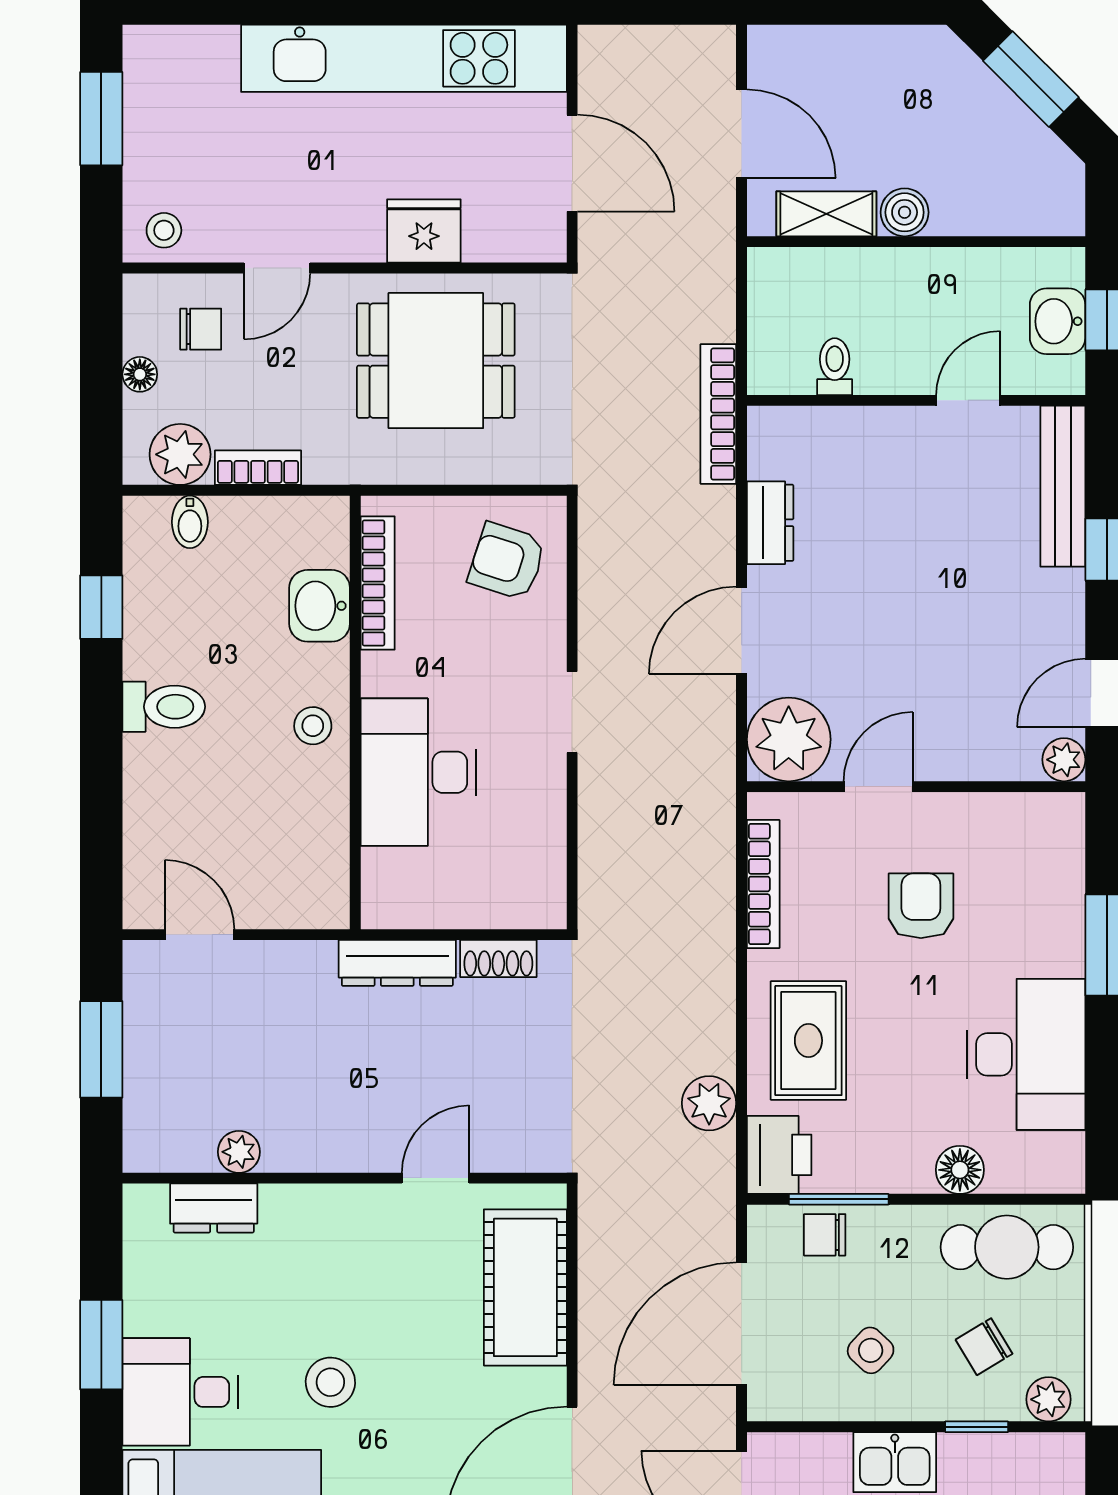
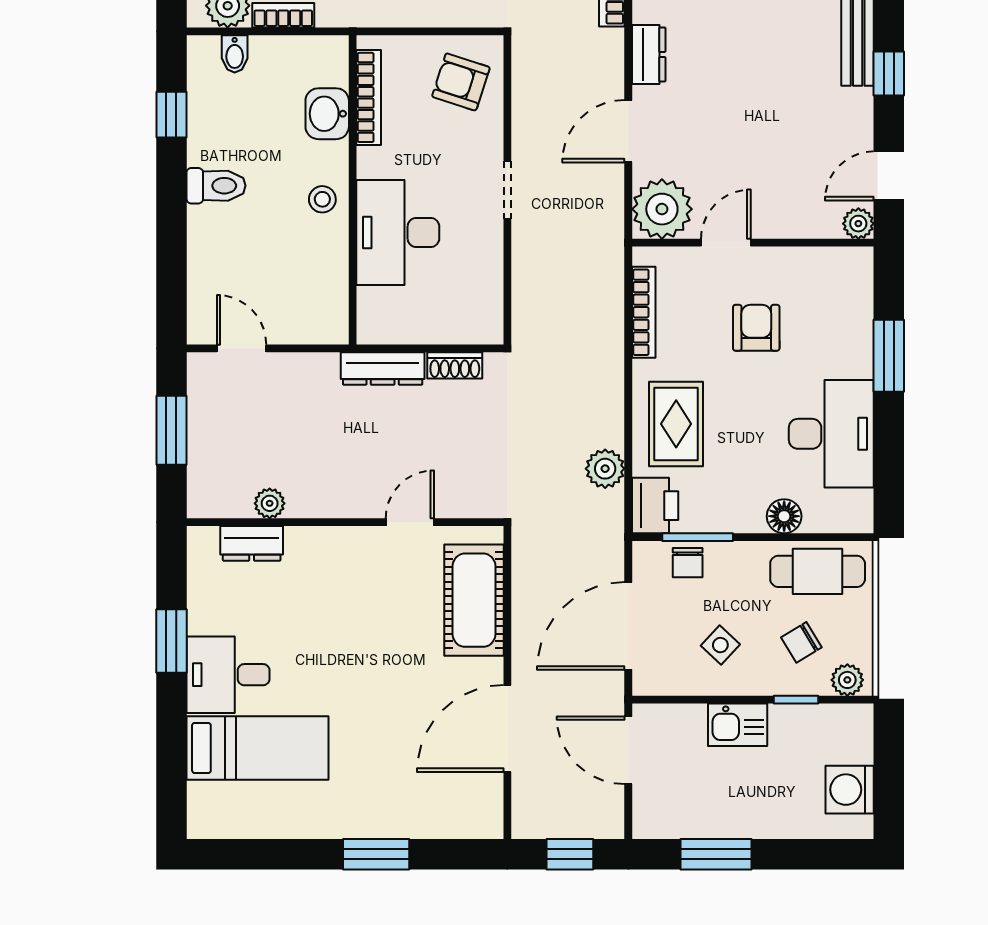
chair: (825, 1235) -> (688, 563), turned -90
stool: (330, 1382) -> (335, 668), removed

